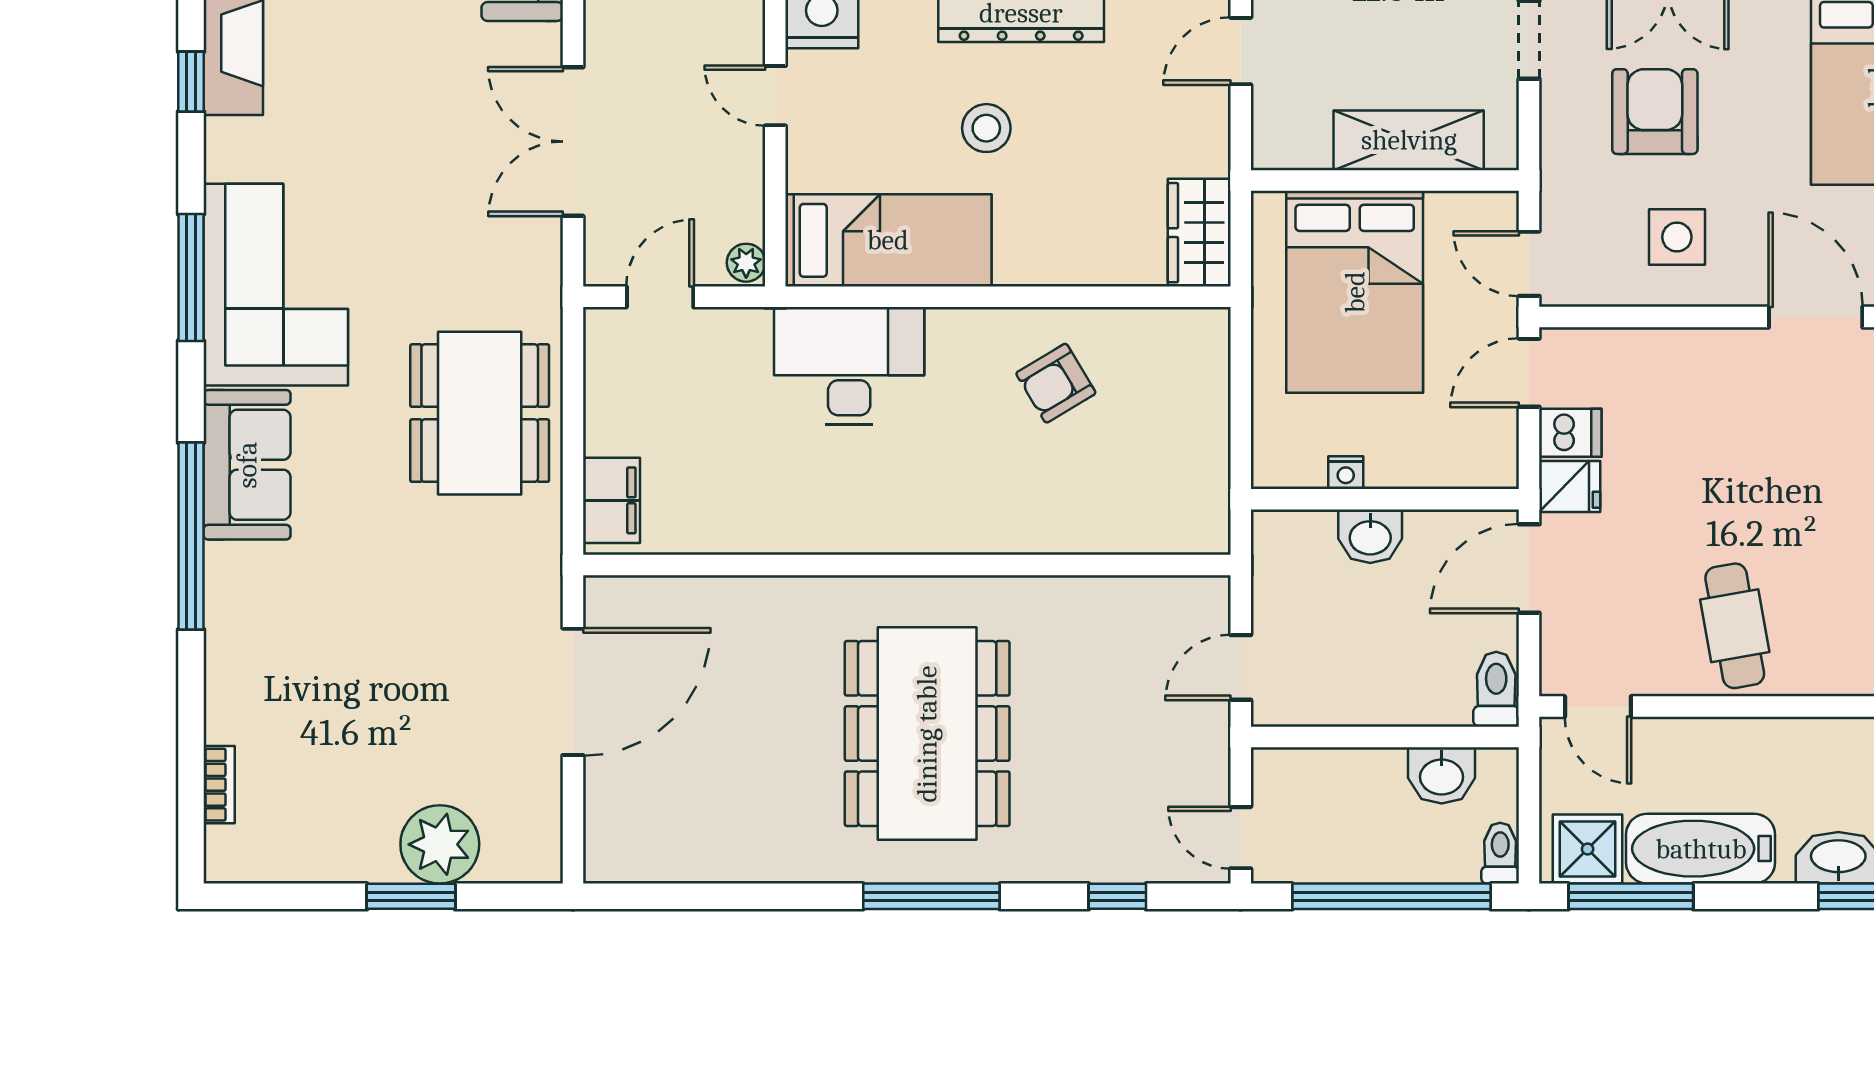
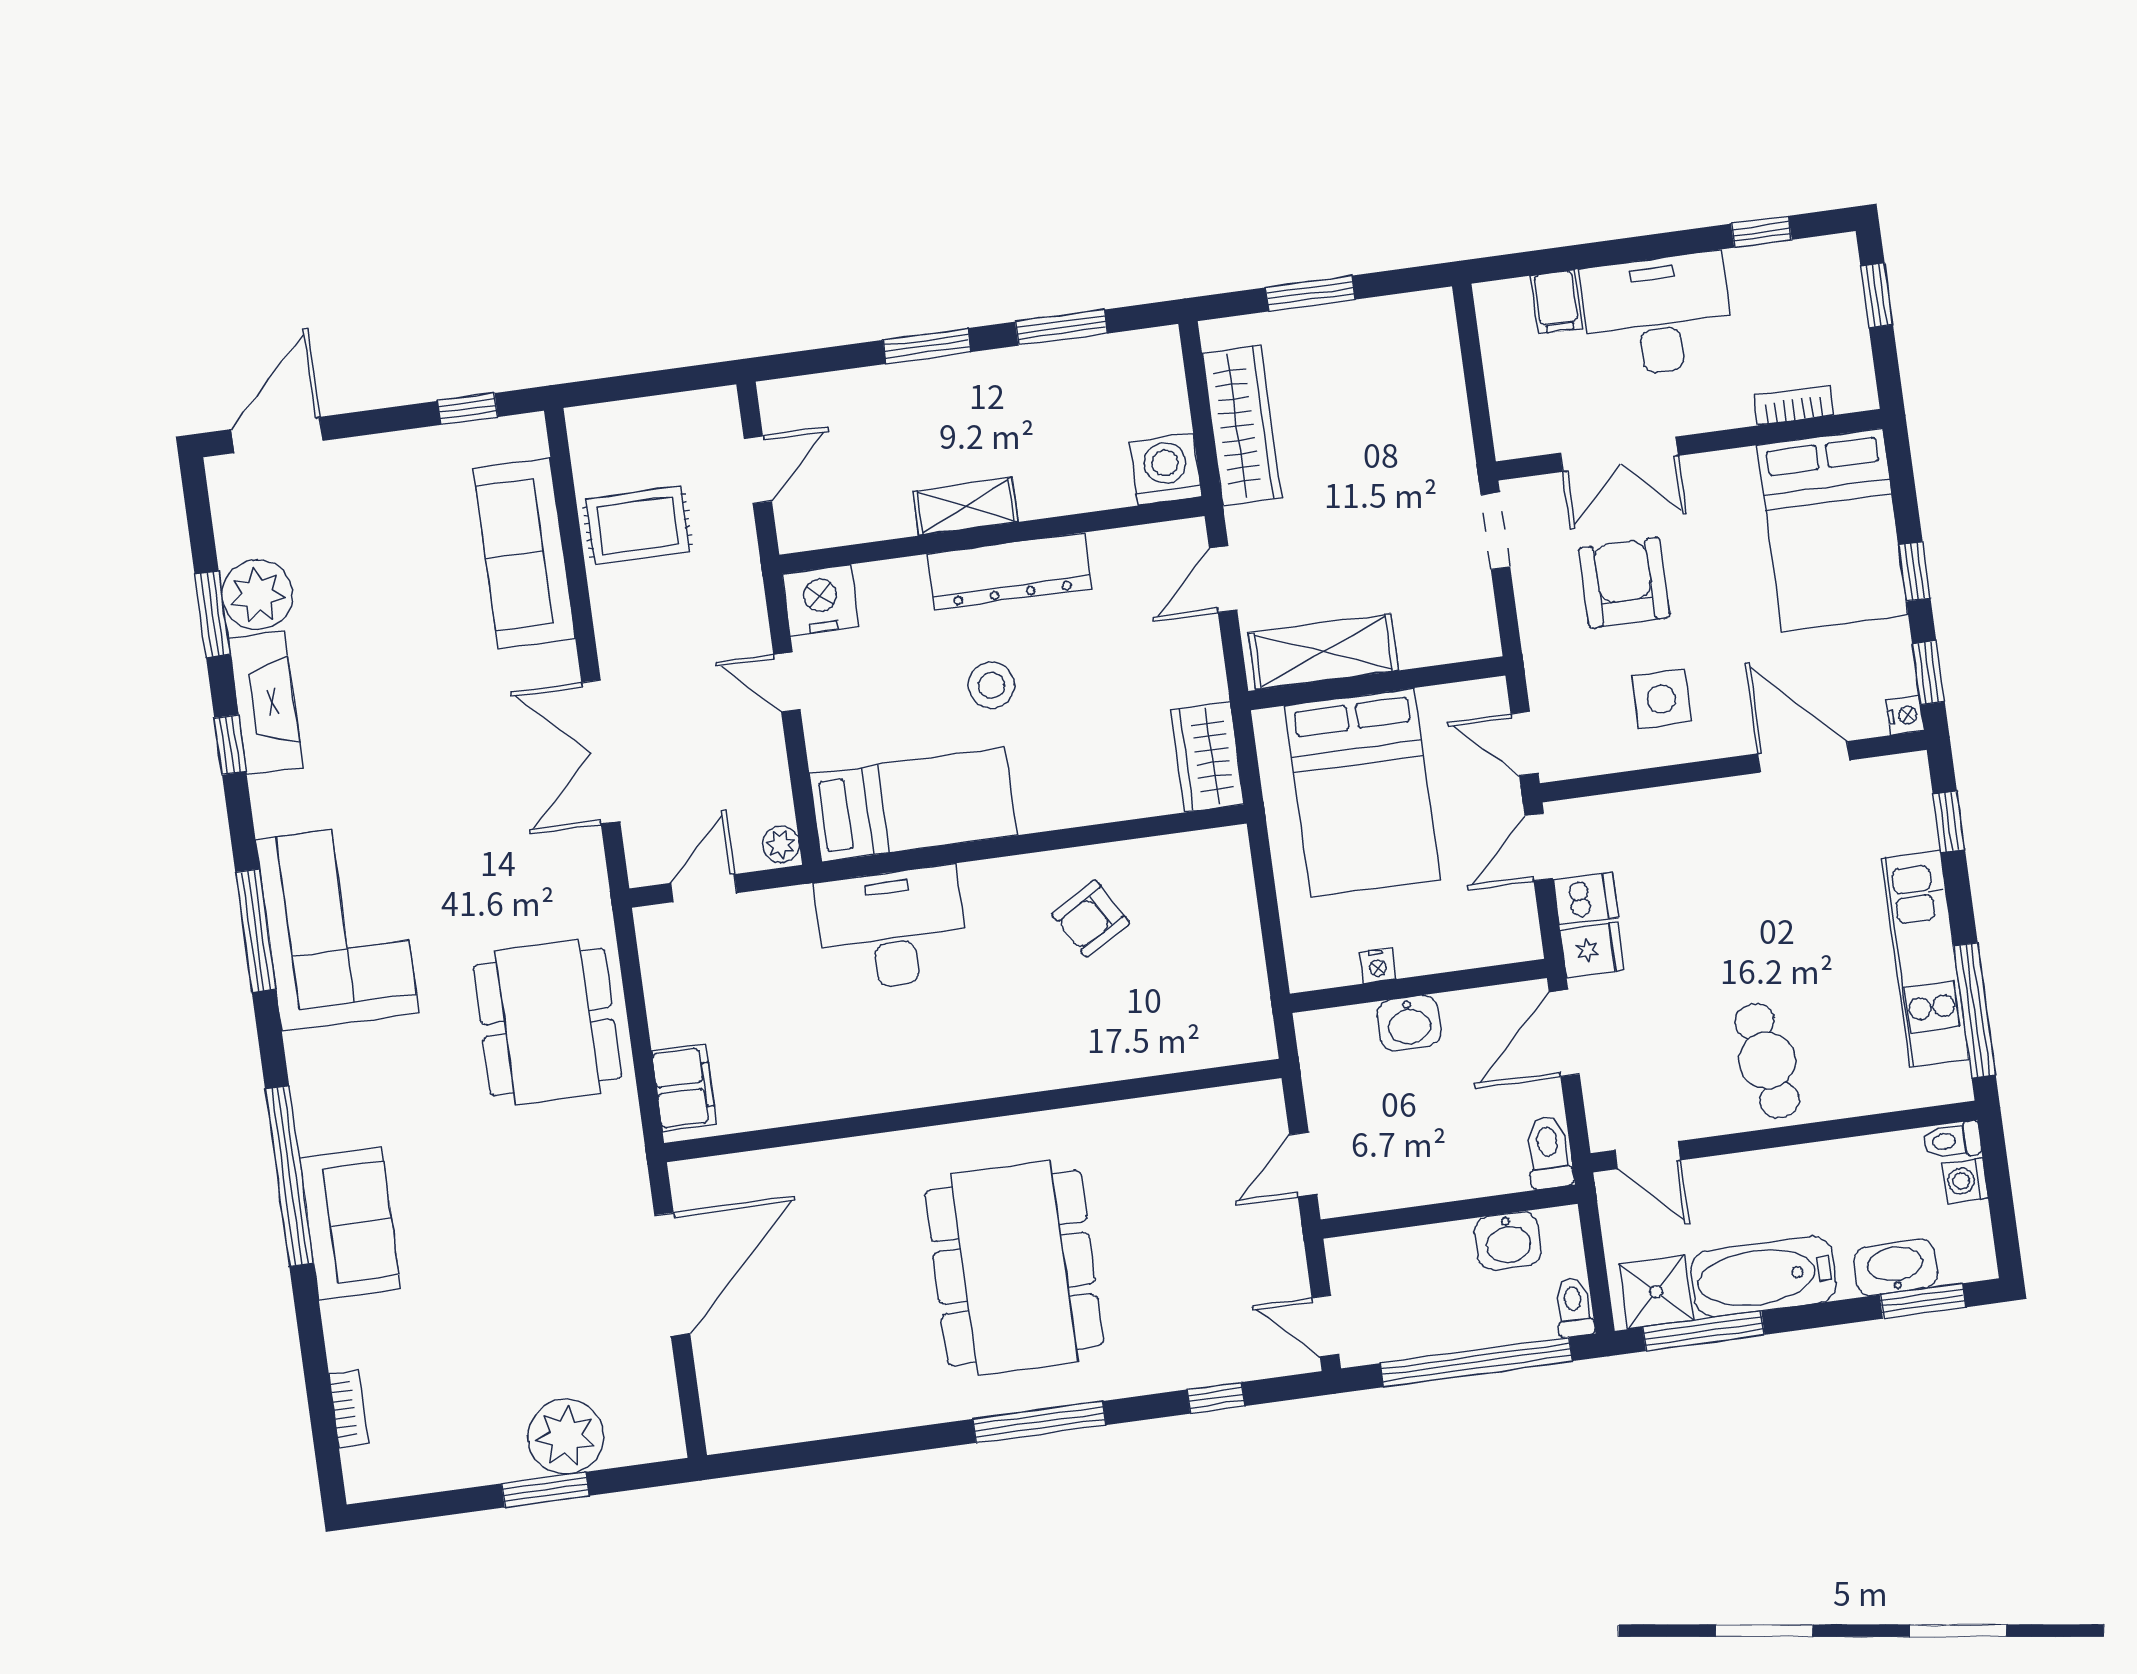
shelving: (1409, 140) -> (1323, 652), moved
sofa: (247, 465) -> (350, 1223), moved

